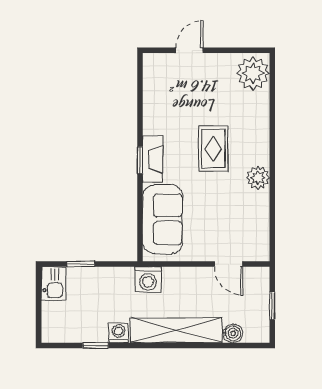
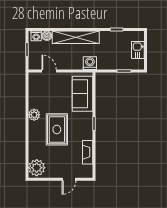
rug: (213, 149) -> (57, 129), width x1.36, depth x1.43
fireplace: (153, 159) -> (88, 152), moved
kitchen sink: (54, 284) -> (138, 50), moved
washing machine: (119, 333) -> (36, 36), moved

